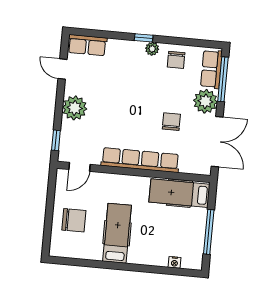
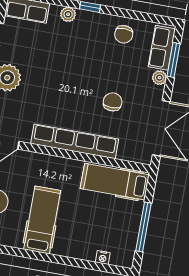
plant: (152, 49) -> (68, 14), moved
window: (223, 79) -> (174, 60), width x0.69
plant: (205, 101) -> (159, 78), width x0.53, depth x0.53

